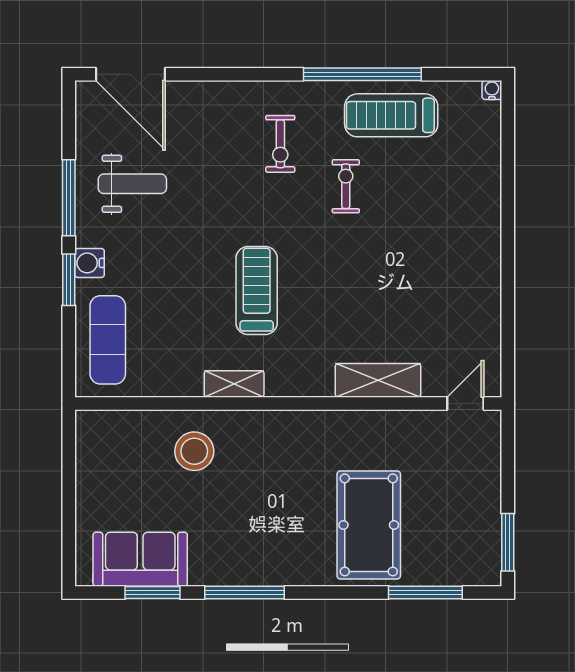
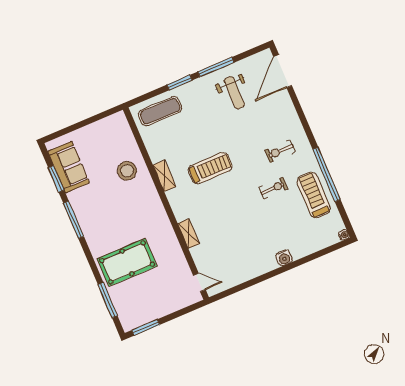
water cooler: (89, 263) -> (284, 258), moved, turned 180
shelving: (378, 380) -> (189, 234), width x0.67, depth x0.75

